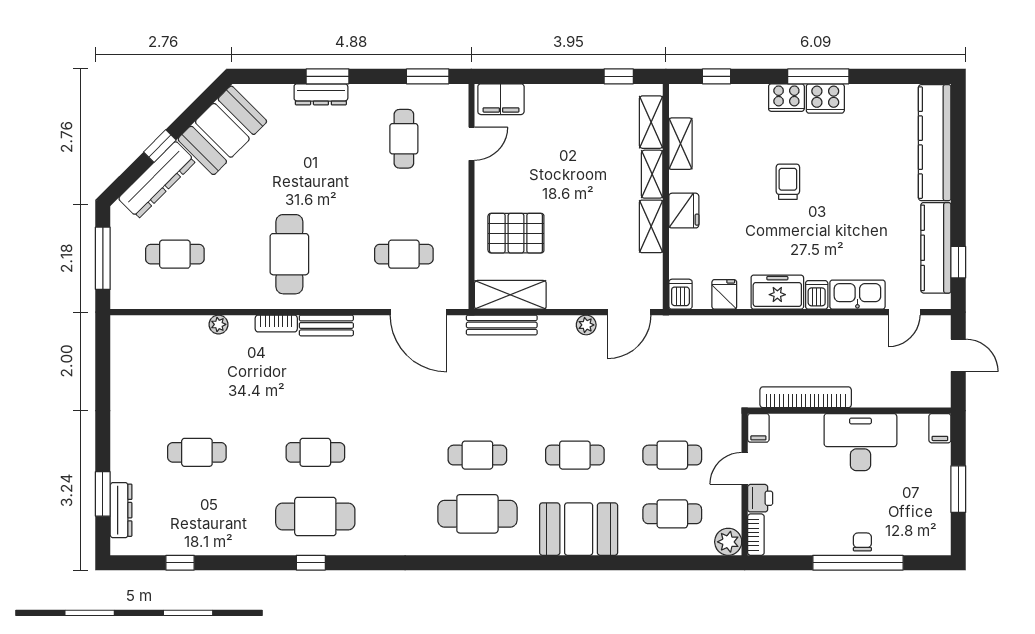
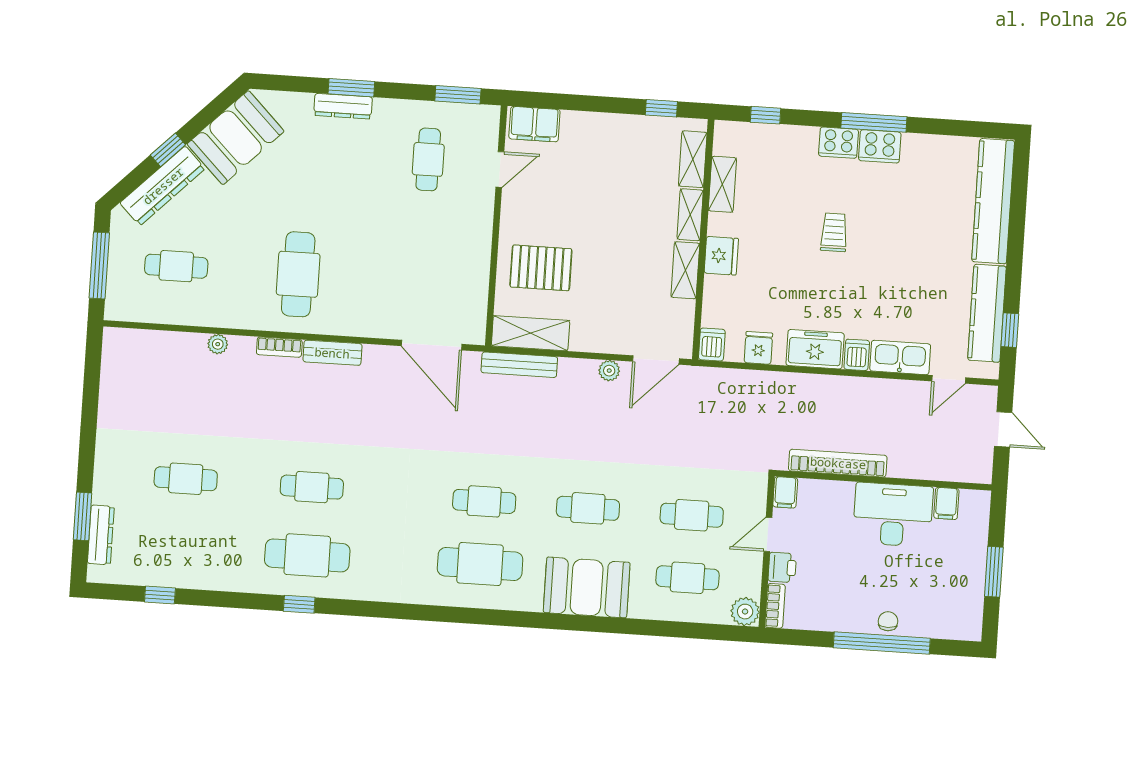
cafe table: (404, 254) -> (420, 282), removed
filing cabinet: (940, 428) -> (946, 503), moved

